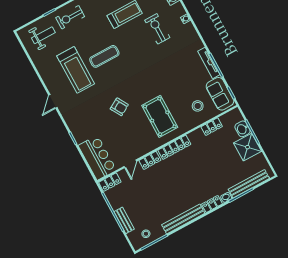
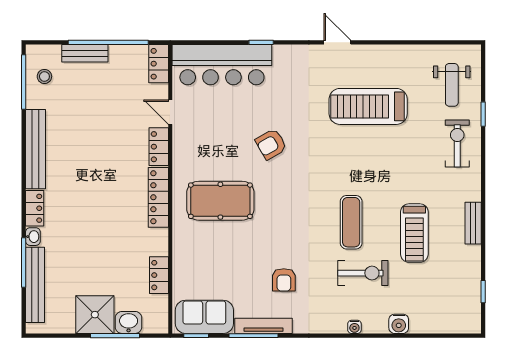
exercise mat: (104, 56) -> (351, 222), moved
armchair: (181, 65) -> (284, 280), added
stool: (198, 106) -> (204, 271), removed
bar counter: (97, 158) -> (222, 65), width x1.36

